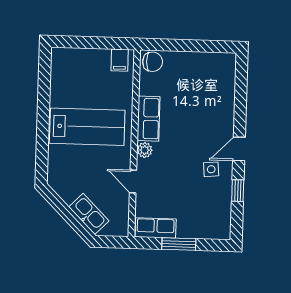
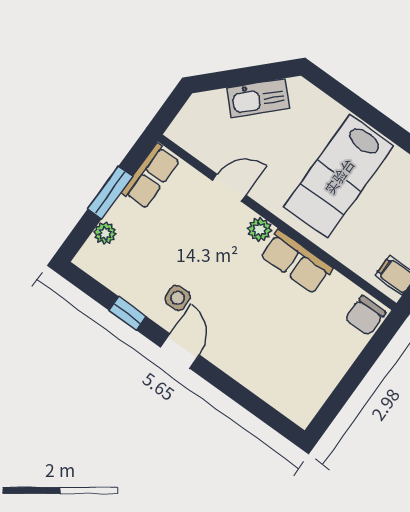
kitchen sink: (89, 214) -> (258, 98), moved
plant: (203, 232) -> (105, 233), added

